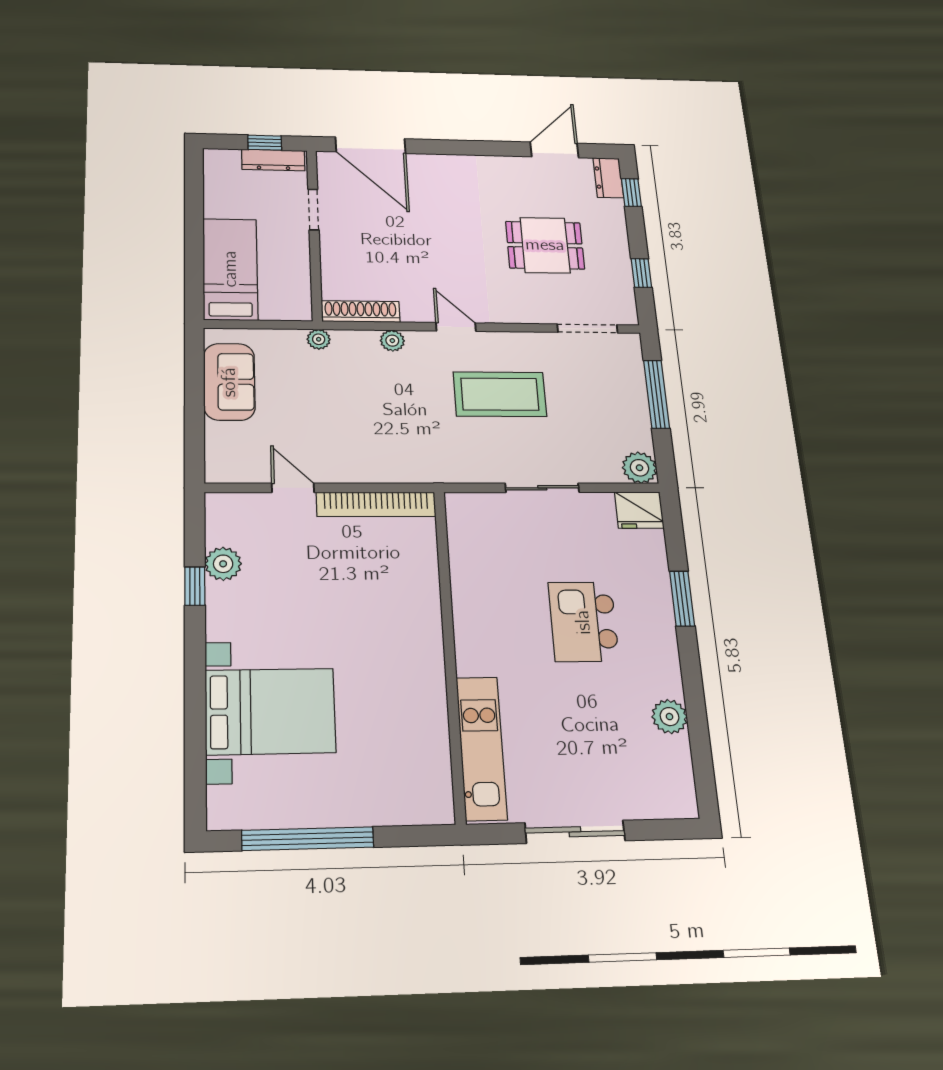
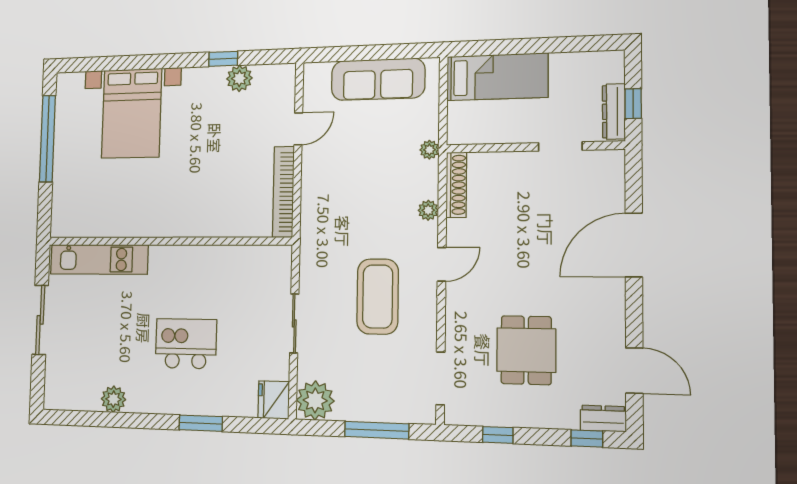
door: (371, 145) -> (634, 245), moved
sofa: (229, 382) -> (378, 79), width x1.36
plant: (640, 468) -> (315, 400), width x1.36, depth x1.36

